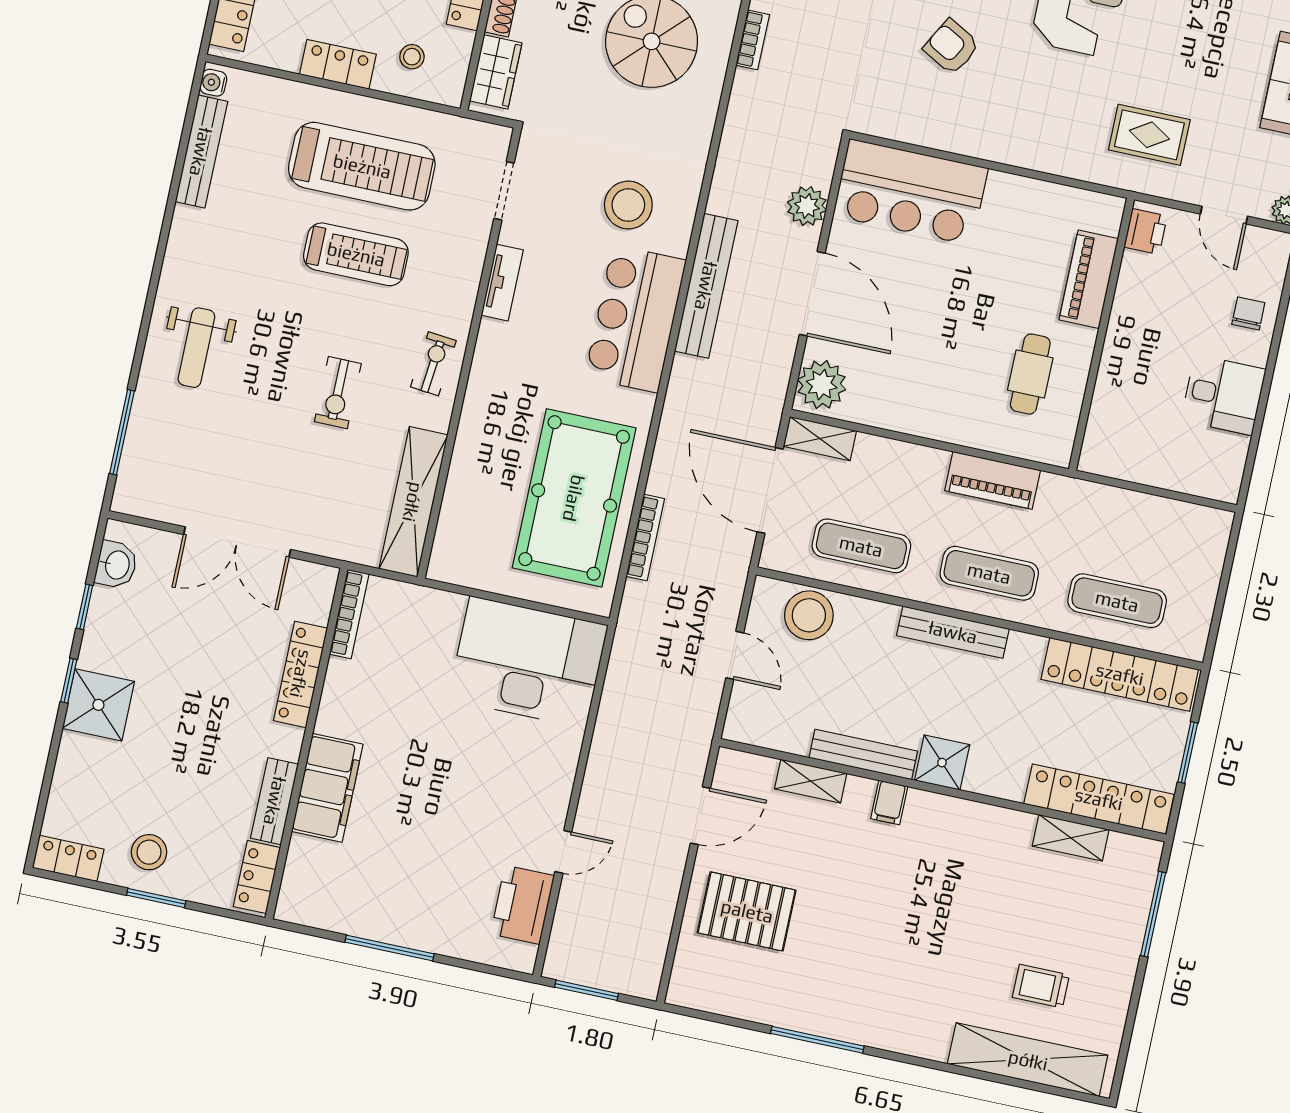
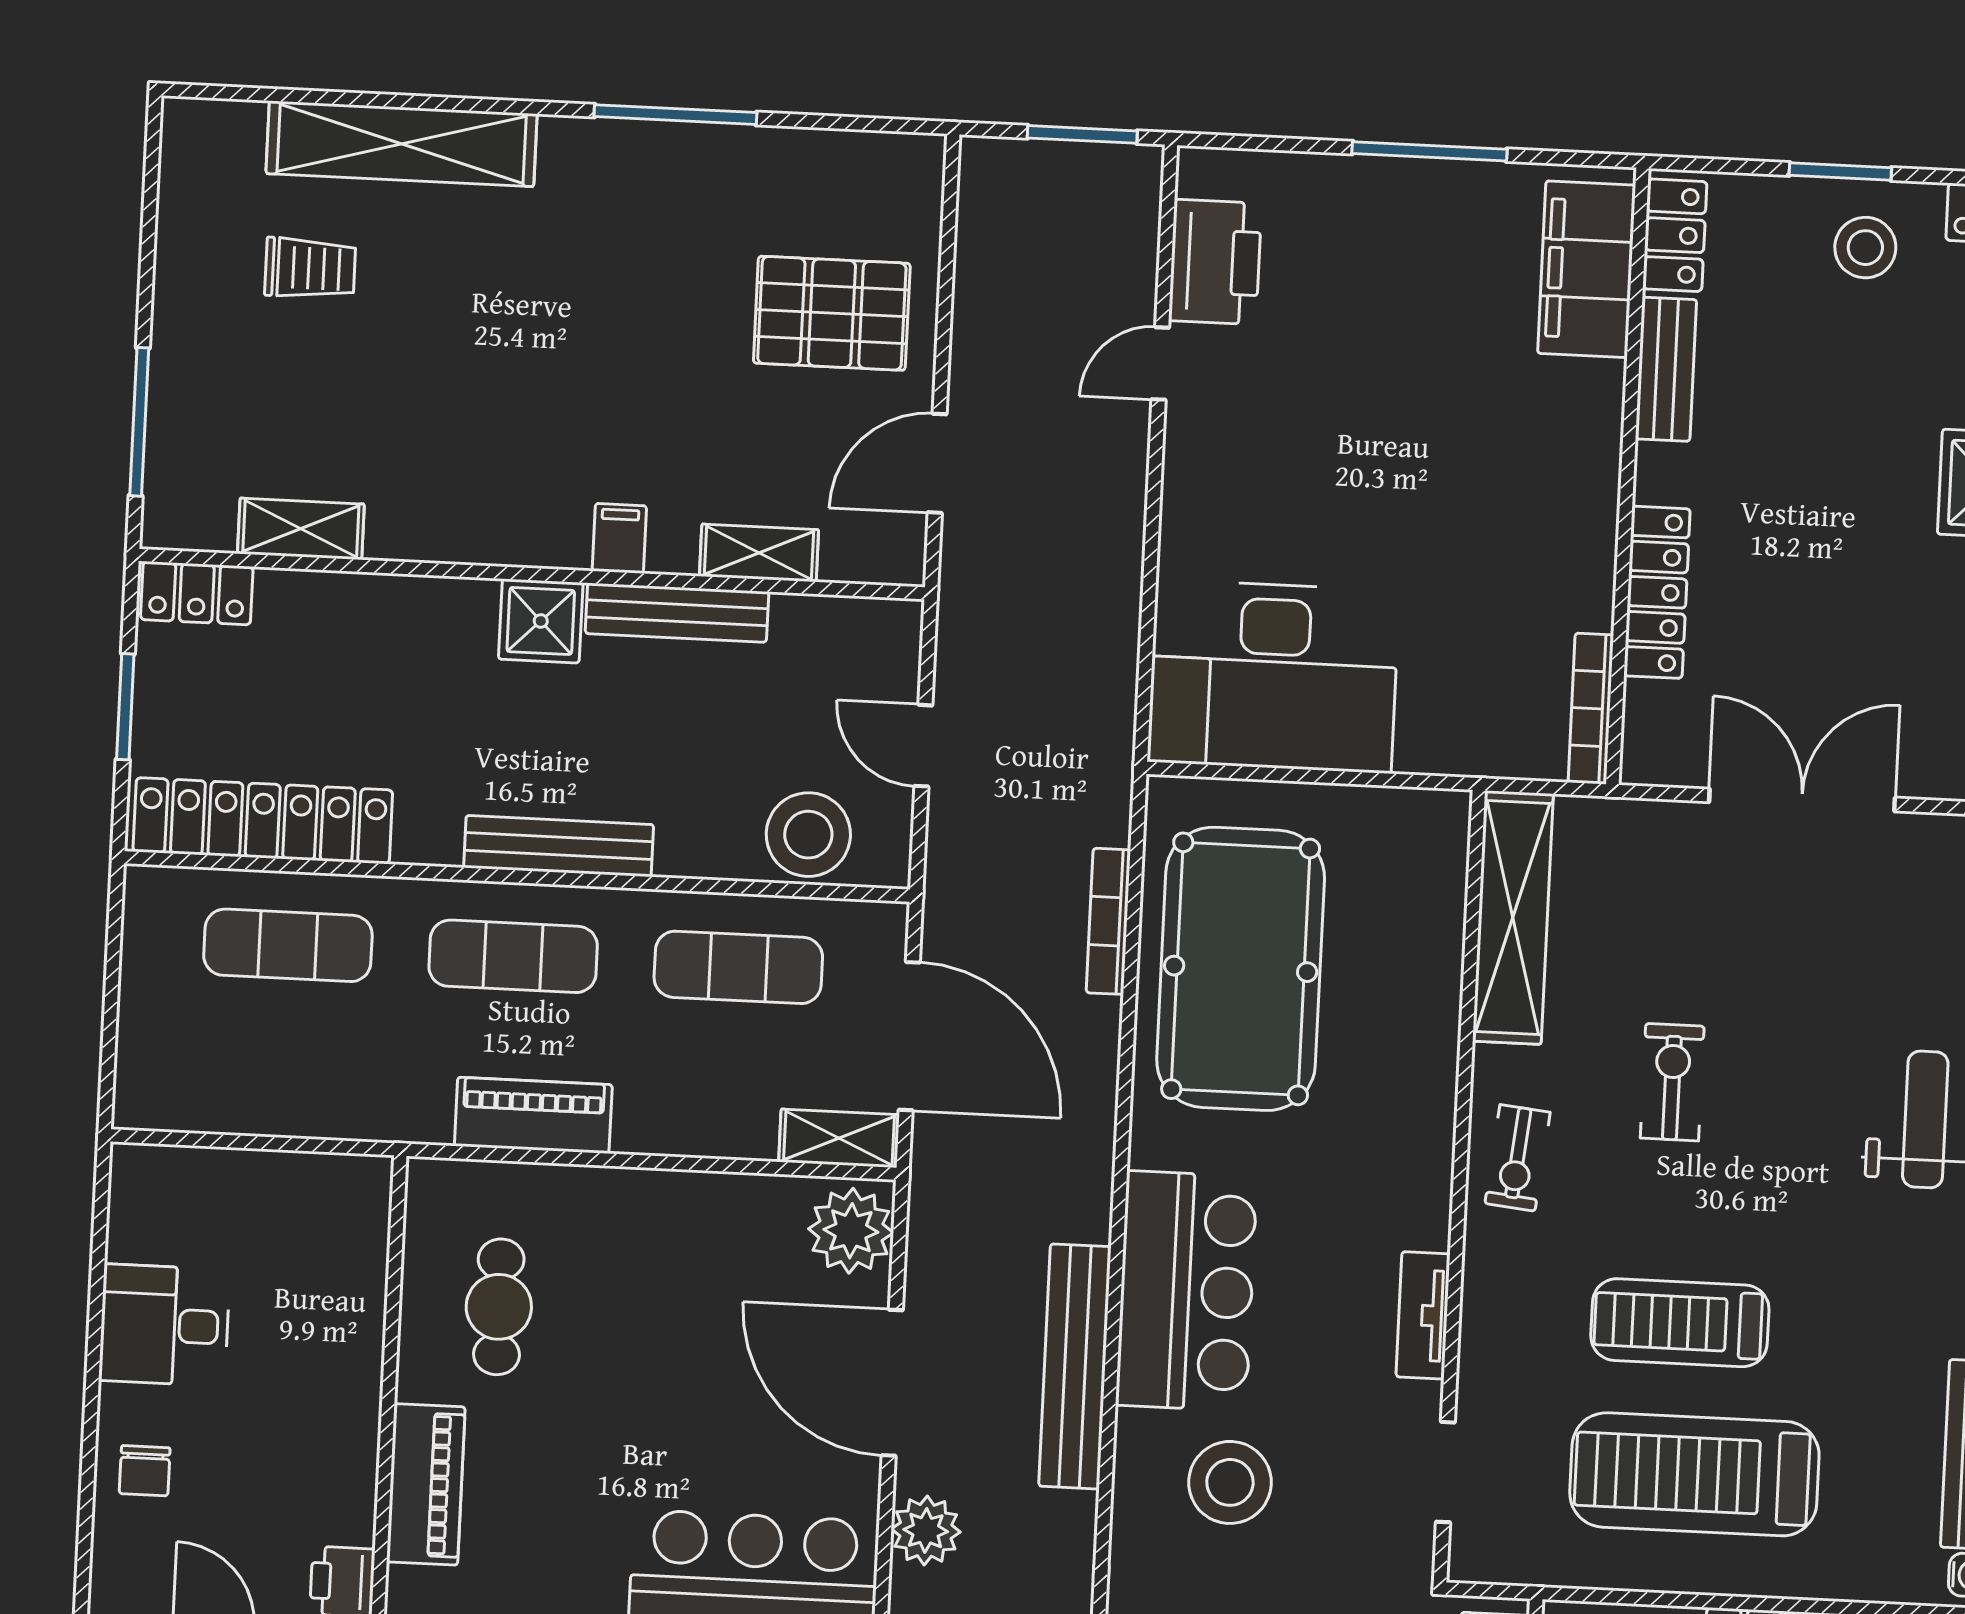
filing cabinet: (327, 788) -> (1587, 269), moved
locker: (1099, 799) -> (197, 593), width x0.46, depth x0.83
shelving: (1028, 1060) -> (402, 144), moved

